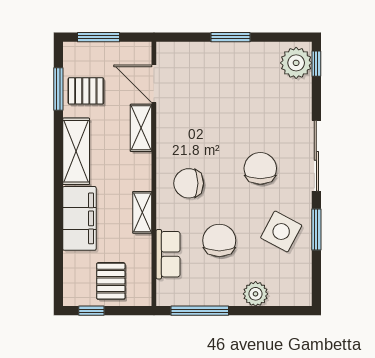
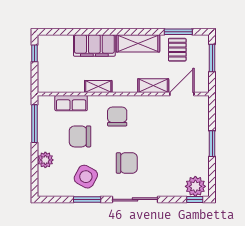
chair: (219, 240) -> (80, 136), turned 180
pallet: (111, 281) -> (54, 66), removed

